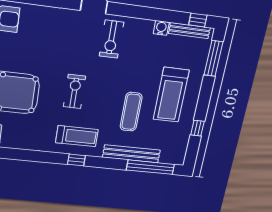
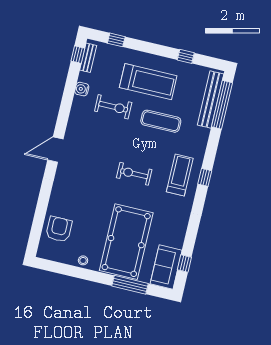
bench: (189, 31) -> (88, 58), width x0.73
exercise bike: (111, 39) -> (113, 107), moved
window: (213, 58) -> (116, 40), width x0.46
bench: (131, 154) -> (211, 99), moved

